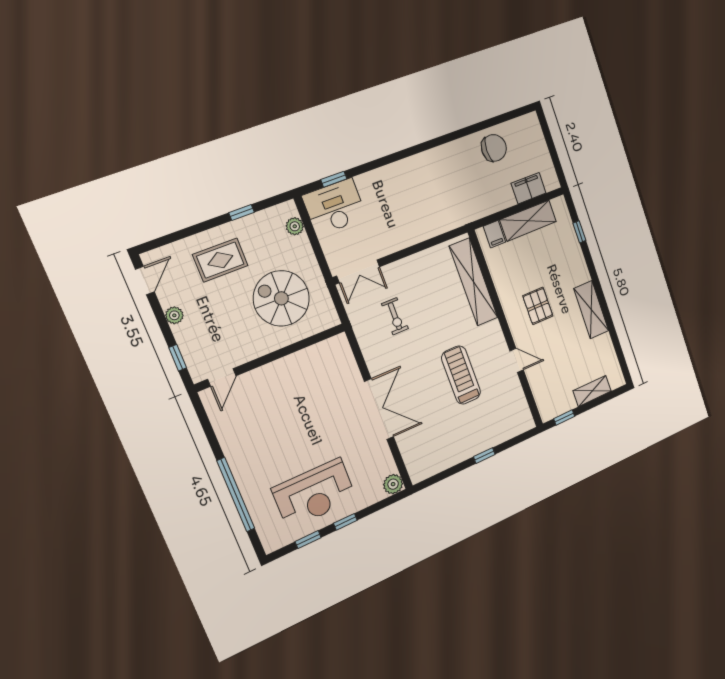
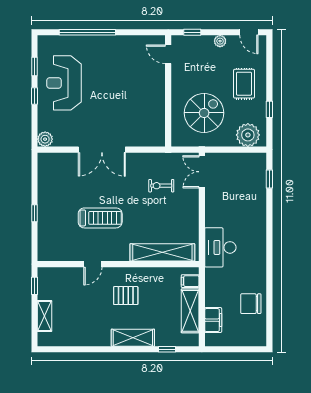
chair: (494, 148) -> (251, 304), turned 90
desk: (335, 207) -> (220, 247), moved, turned 180
plant: (295, 226) -> (248, 135), width x1.88, depth x1.88
shelving: (591, 310) -> (133, 338), moved

